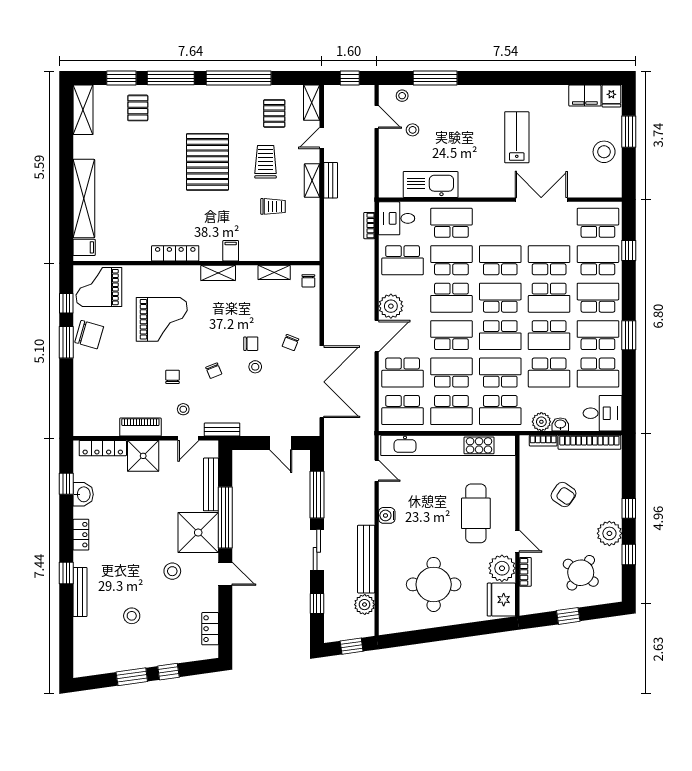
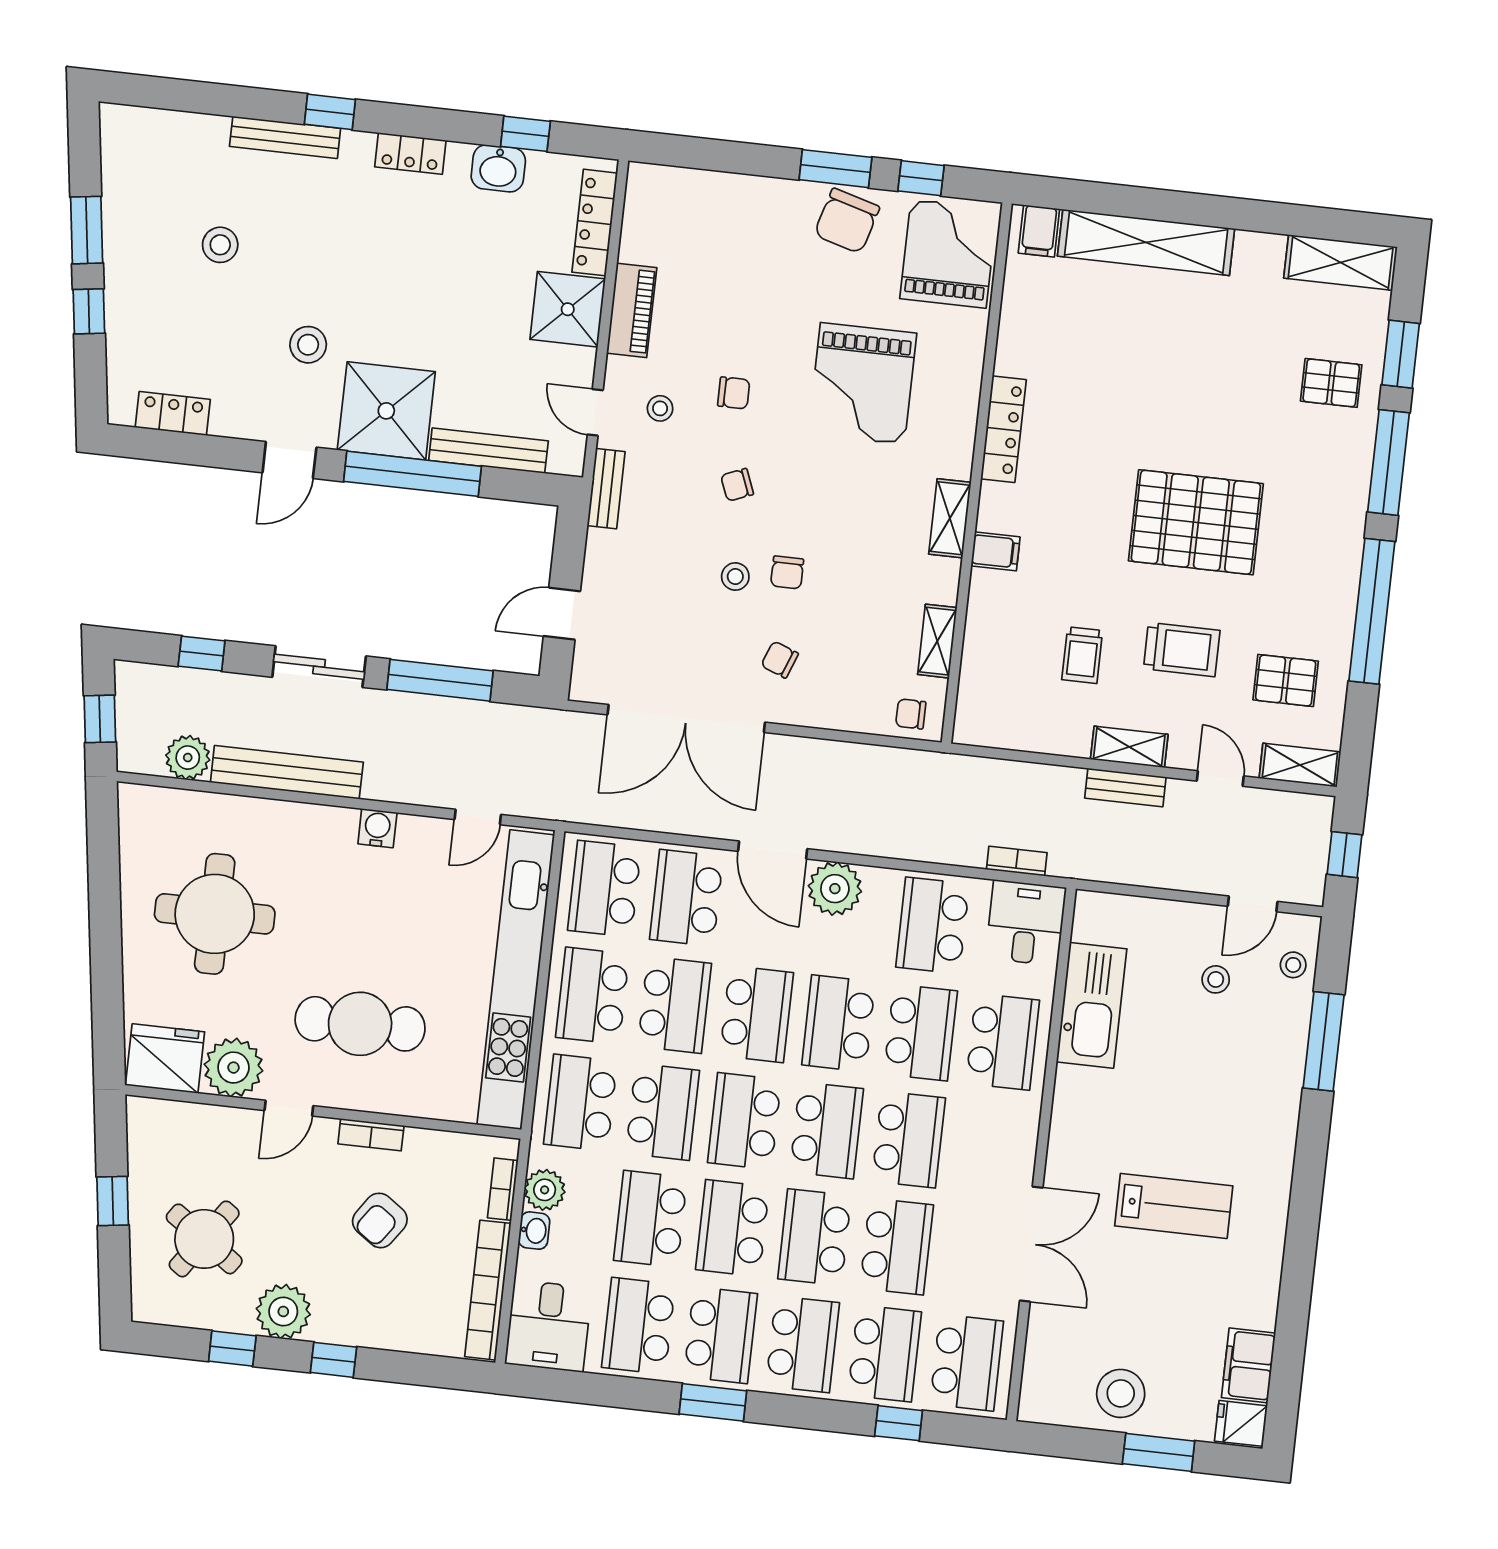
bookcase: (525, 572) -> (371, 1135), moved

